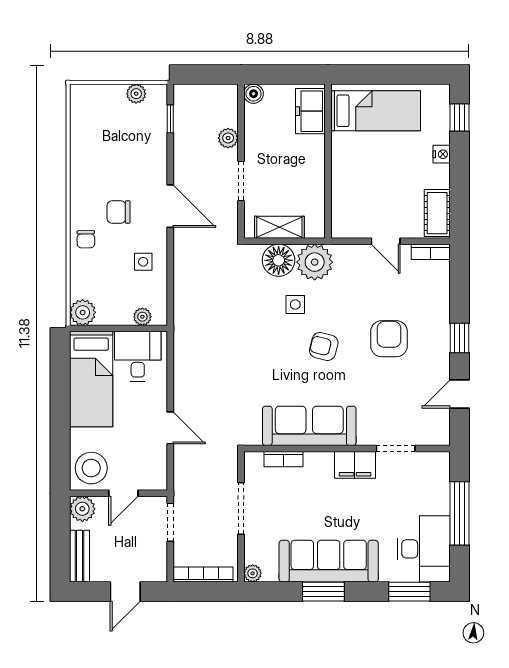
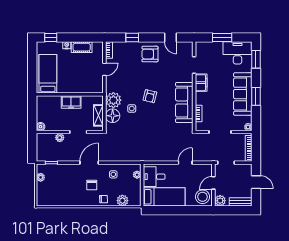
freezer: (310, 111) -> (71, 102), moved
cot: (437, 213) -> (82, 47), moved
plant: (83, 312) -> (122, 201), moved
window: (459, 338) -> (132, 37), moved
armchair: (389, 339) -> (150, 54), moved
door: (123, 493) -> (213, 183), swing flipped
window: (459, 513) -> (222, 37), width x0.69

